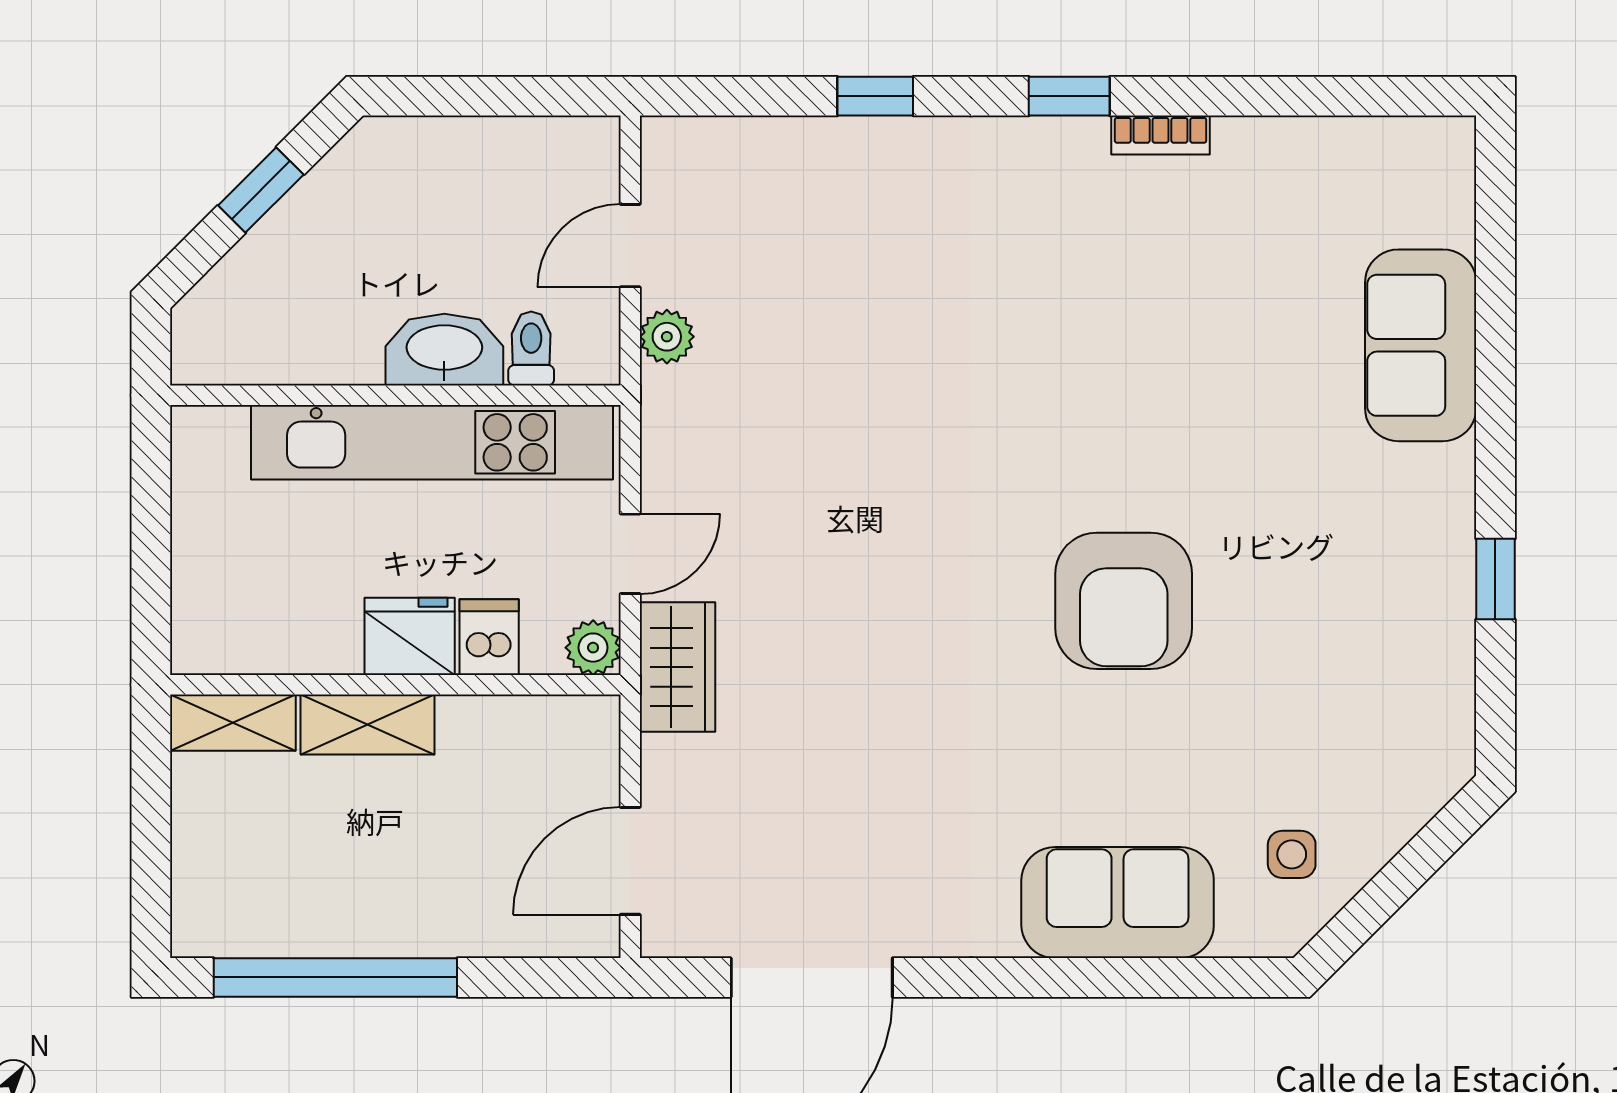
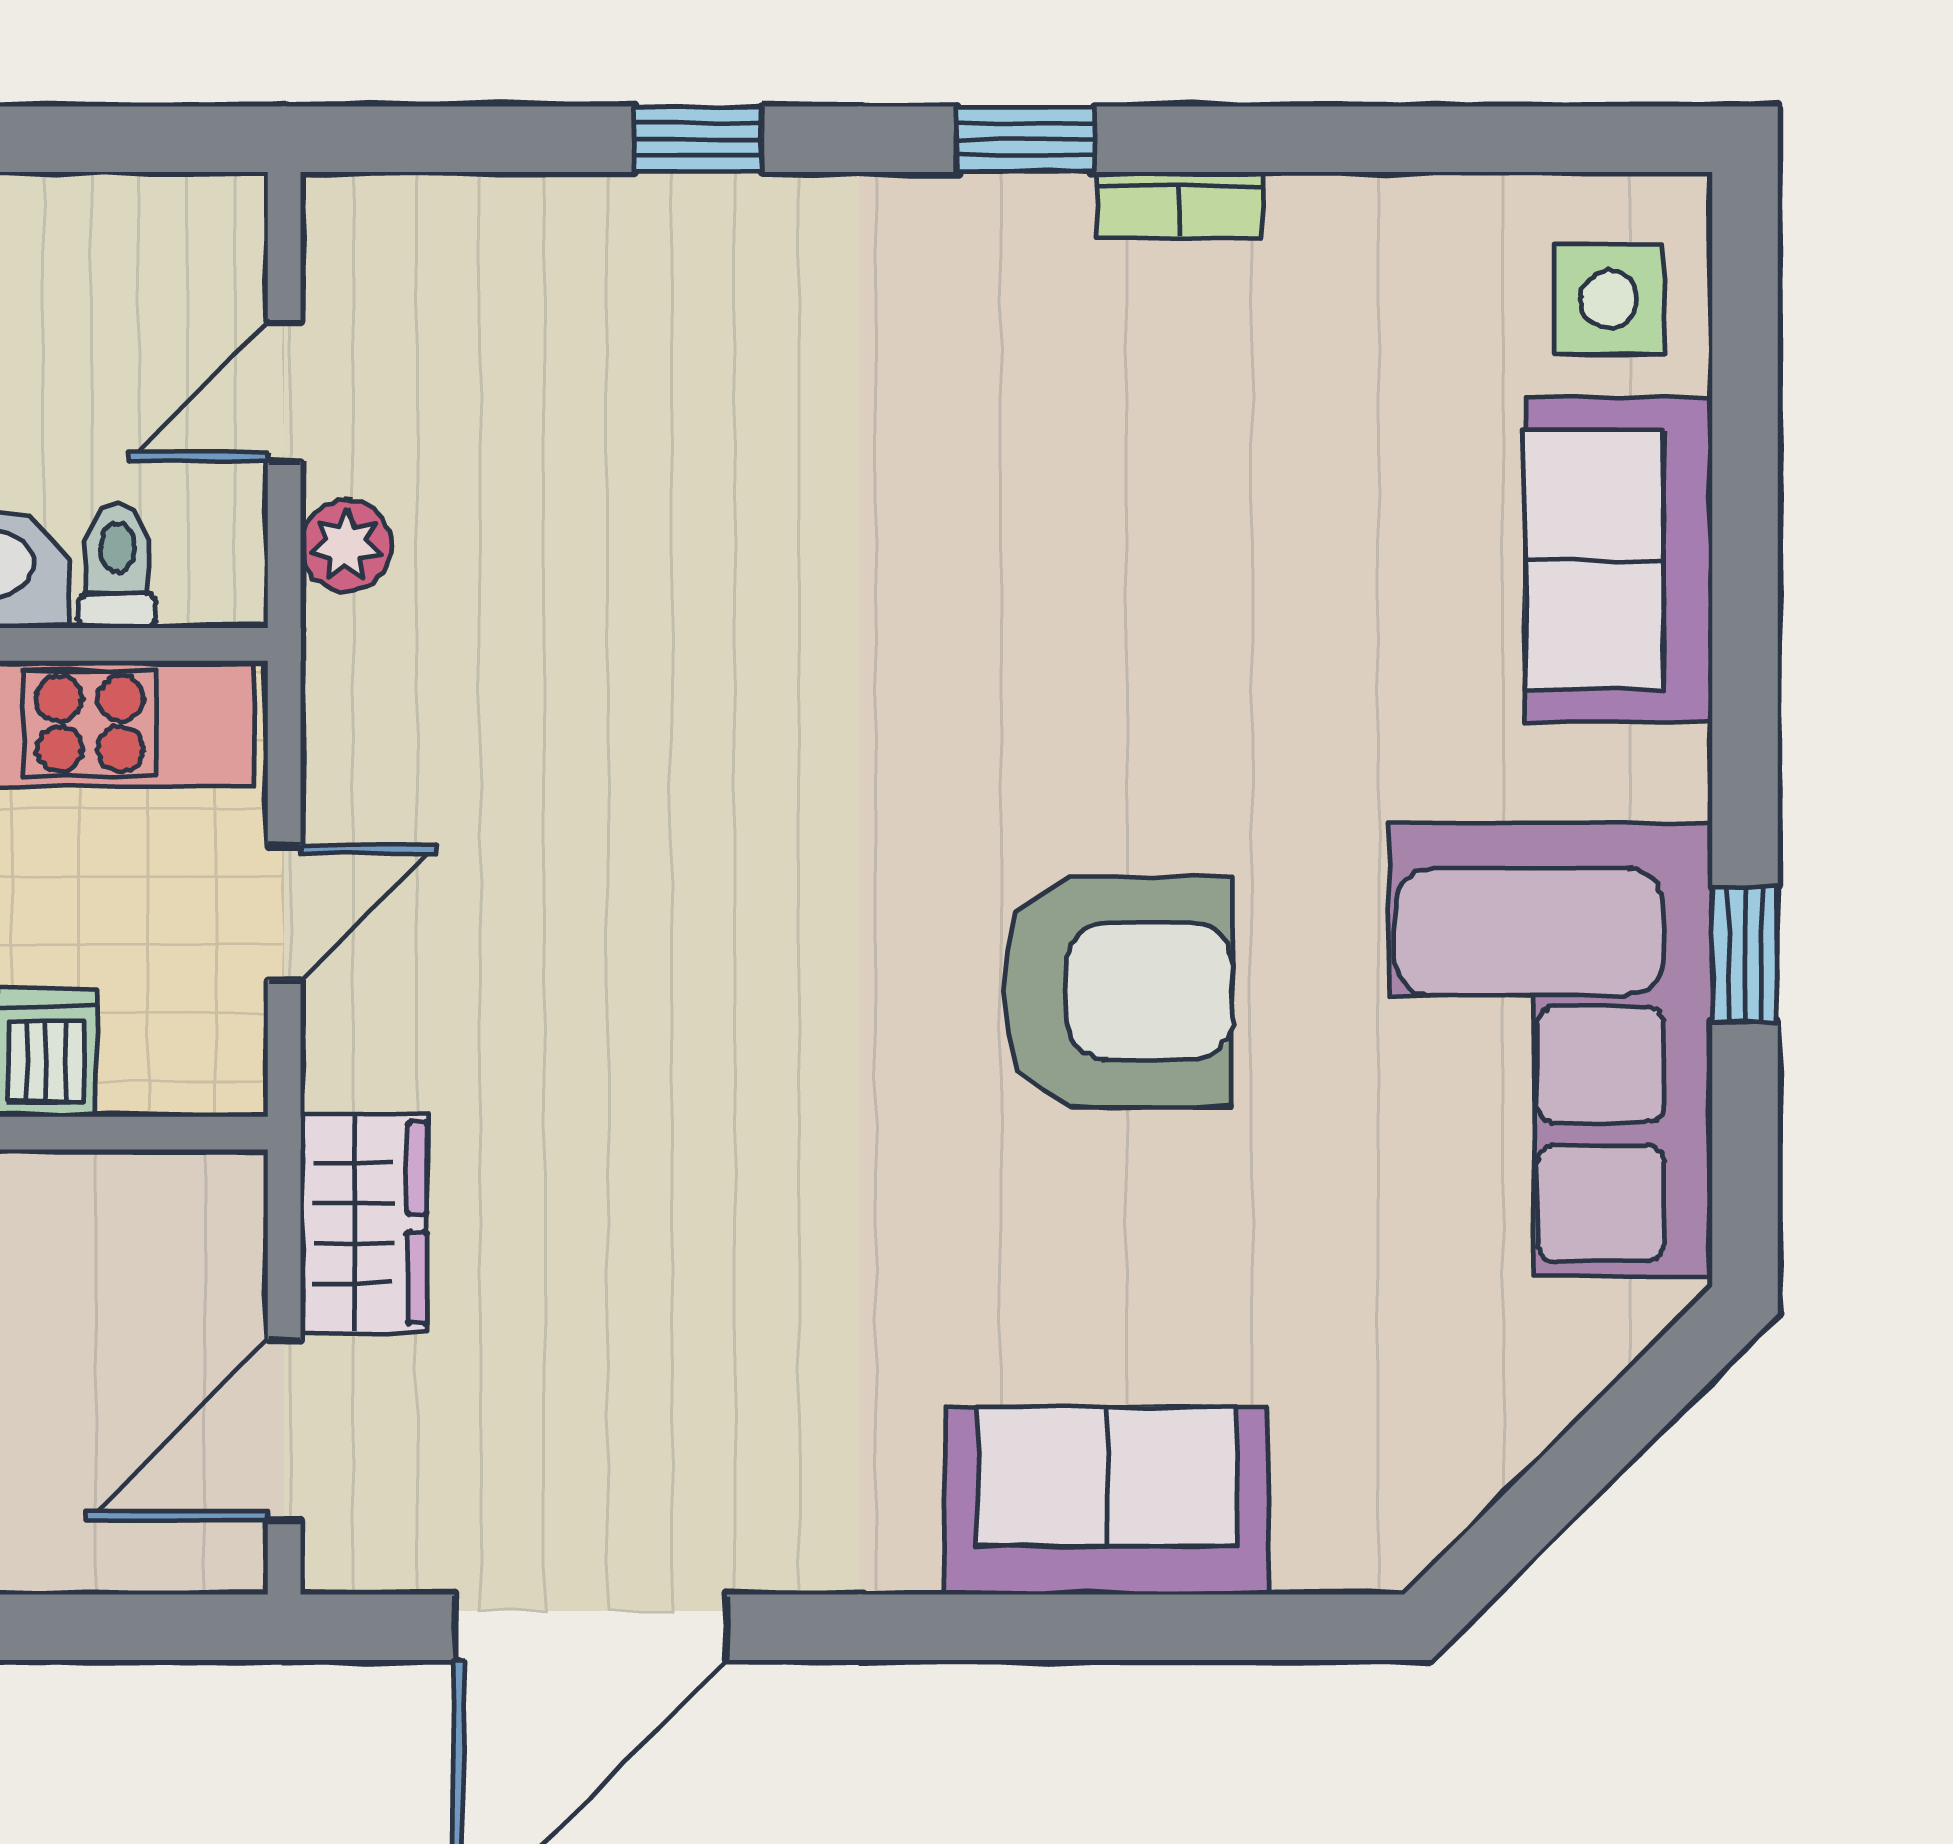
armchair: (1124, 601) -> (1117, 992), turned -90
corner sofa: (1380, 635) -> (1550, 1050), added
plant: (593, 648) -> (221, 1070), removed
wardrobe: (677, 667) -> (364, 1223), moved
side table: (1292, 854) -> (1609, 299), moved, width x1.37, depth x1.37

